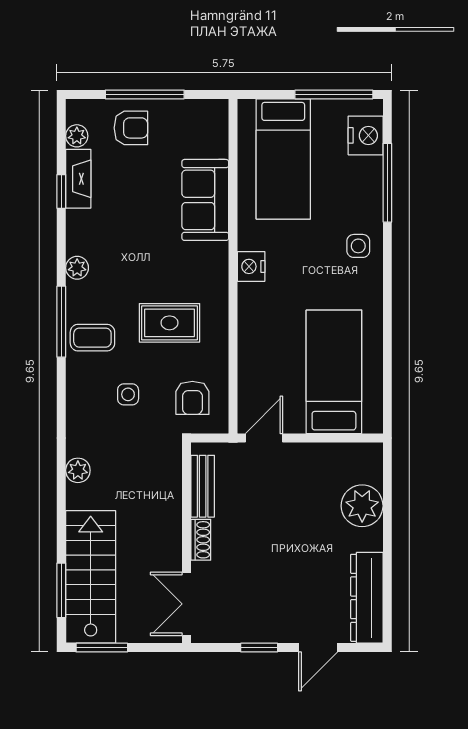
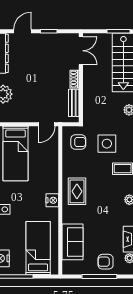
sofa: (205, 200) -> (73, 242), moved
rug: (170, 323) -> (77, 191), moved, turned 90
side table: (128, 394) -> (107, 144), width x1.87, depth x1.87
armchair: (192, 398) -> (78, 142), turned 90

